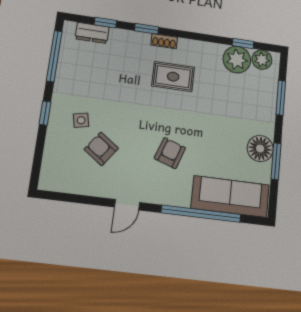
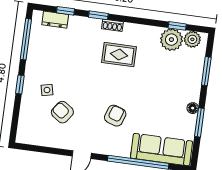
floor lamp: (260, 148) -> (193, 108), width x0.53, depth x0.53

